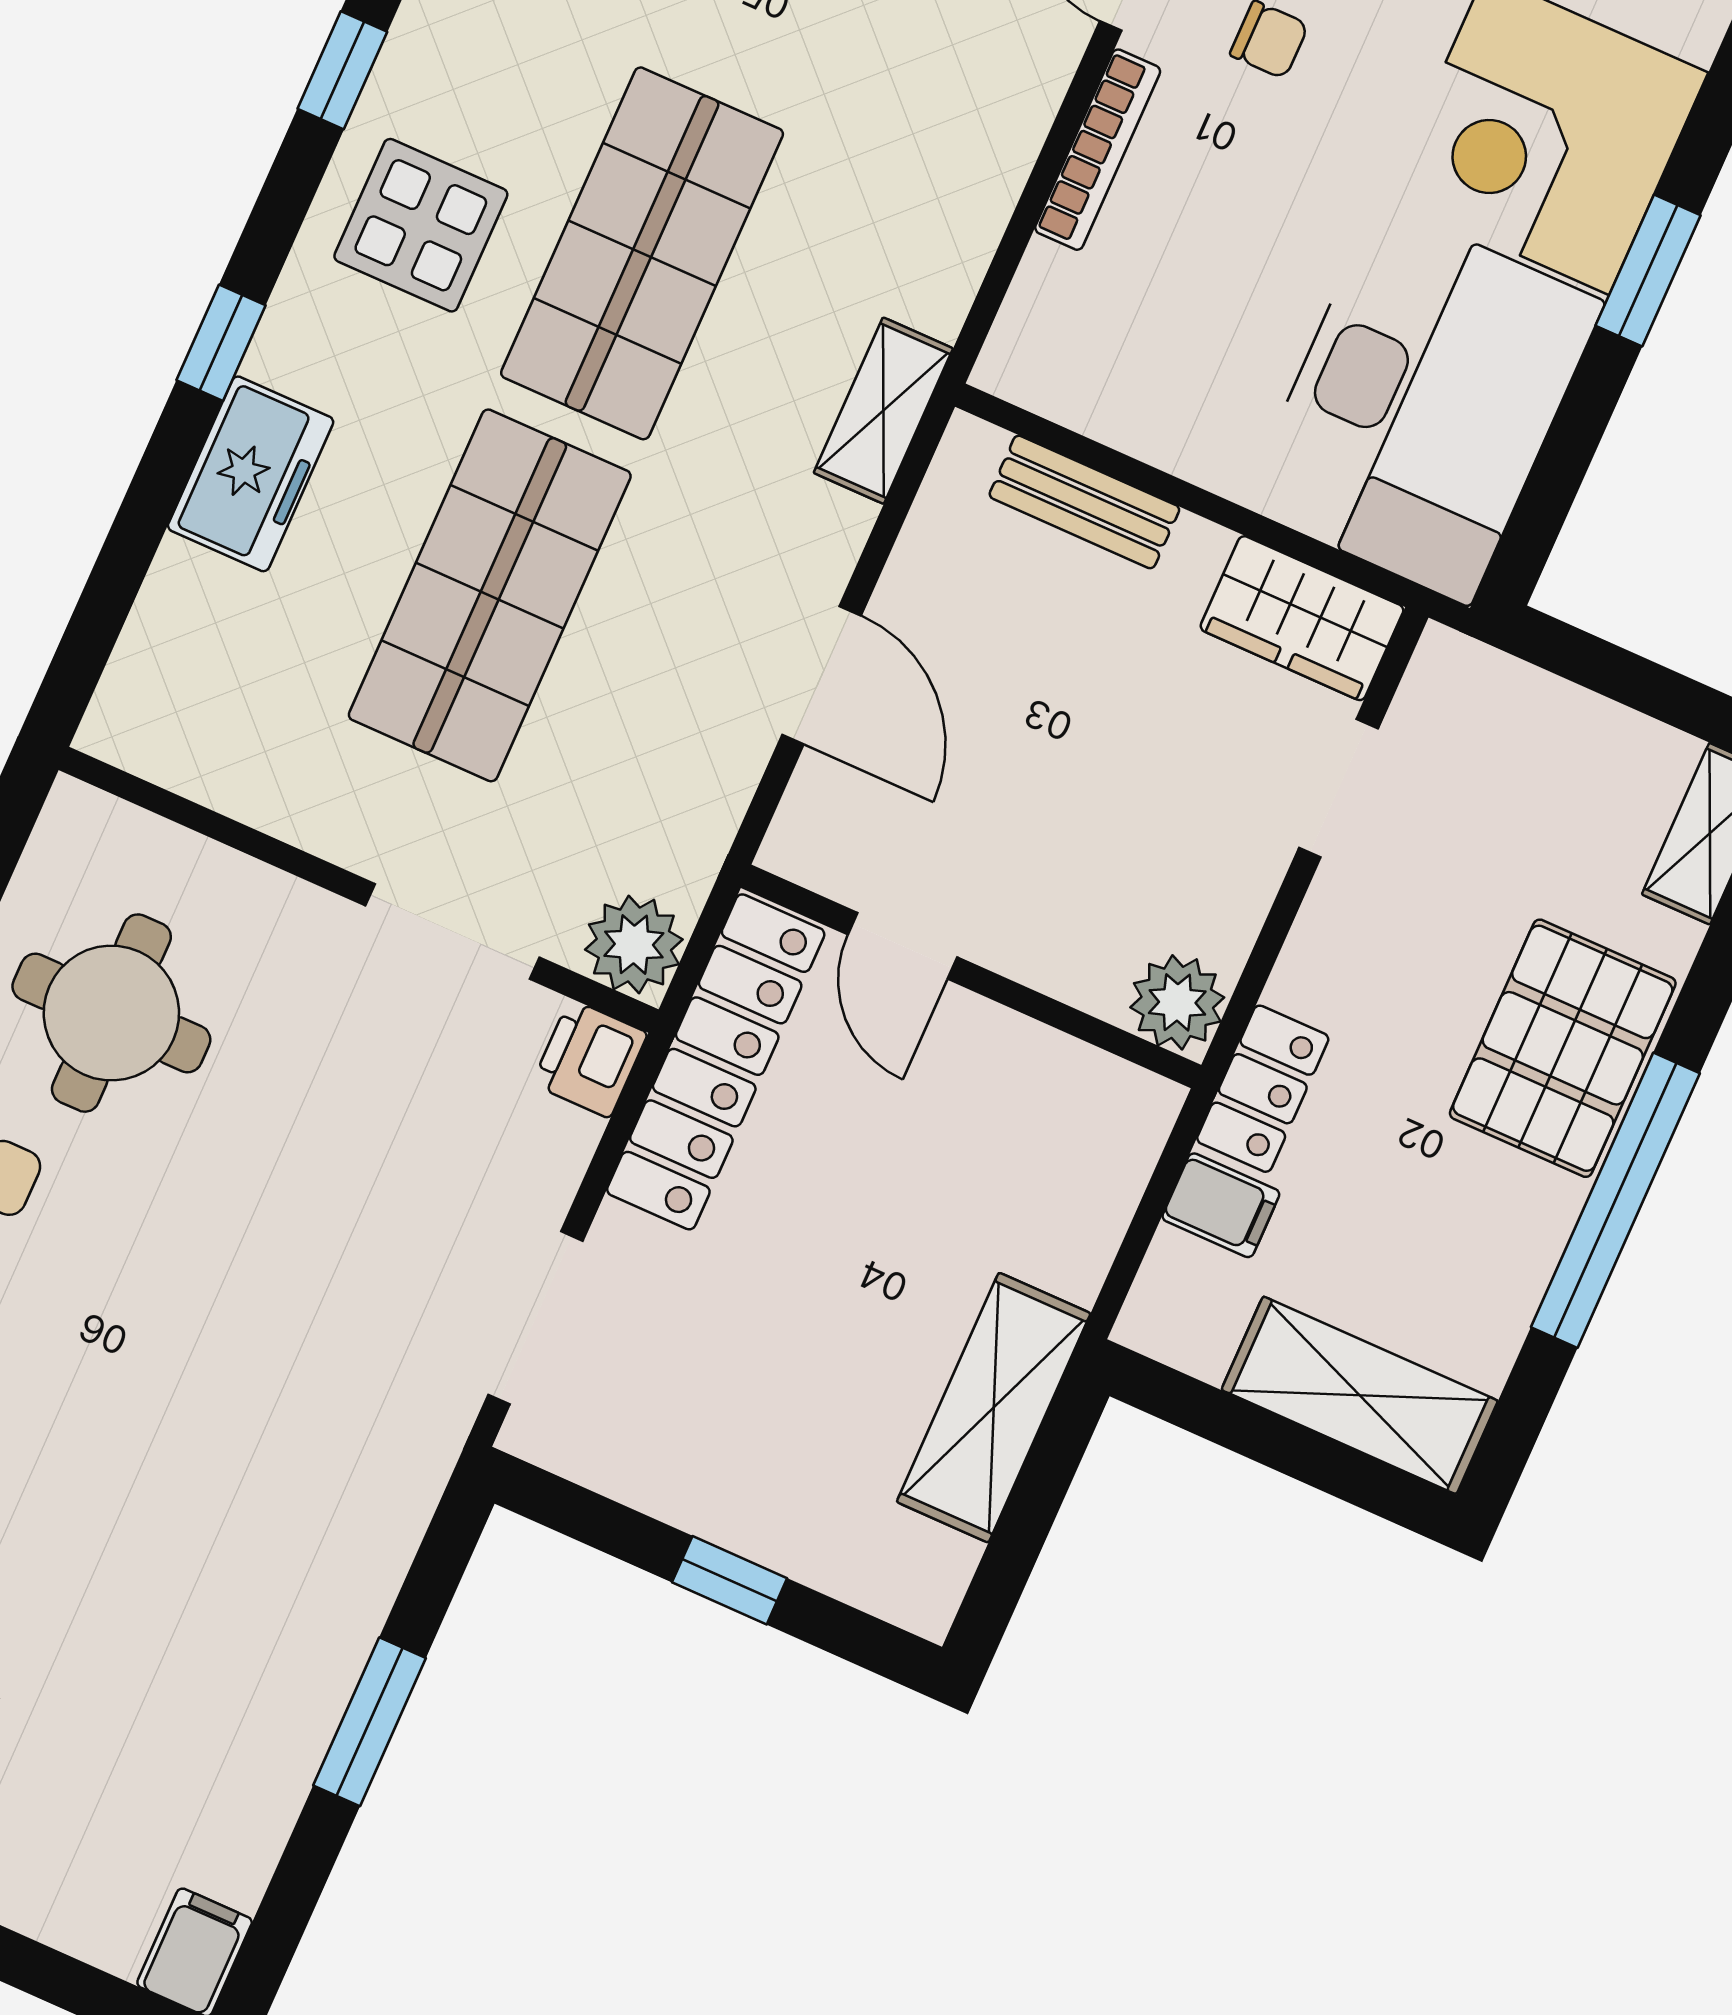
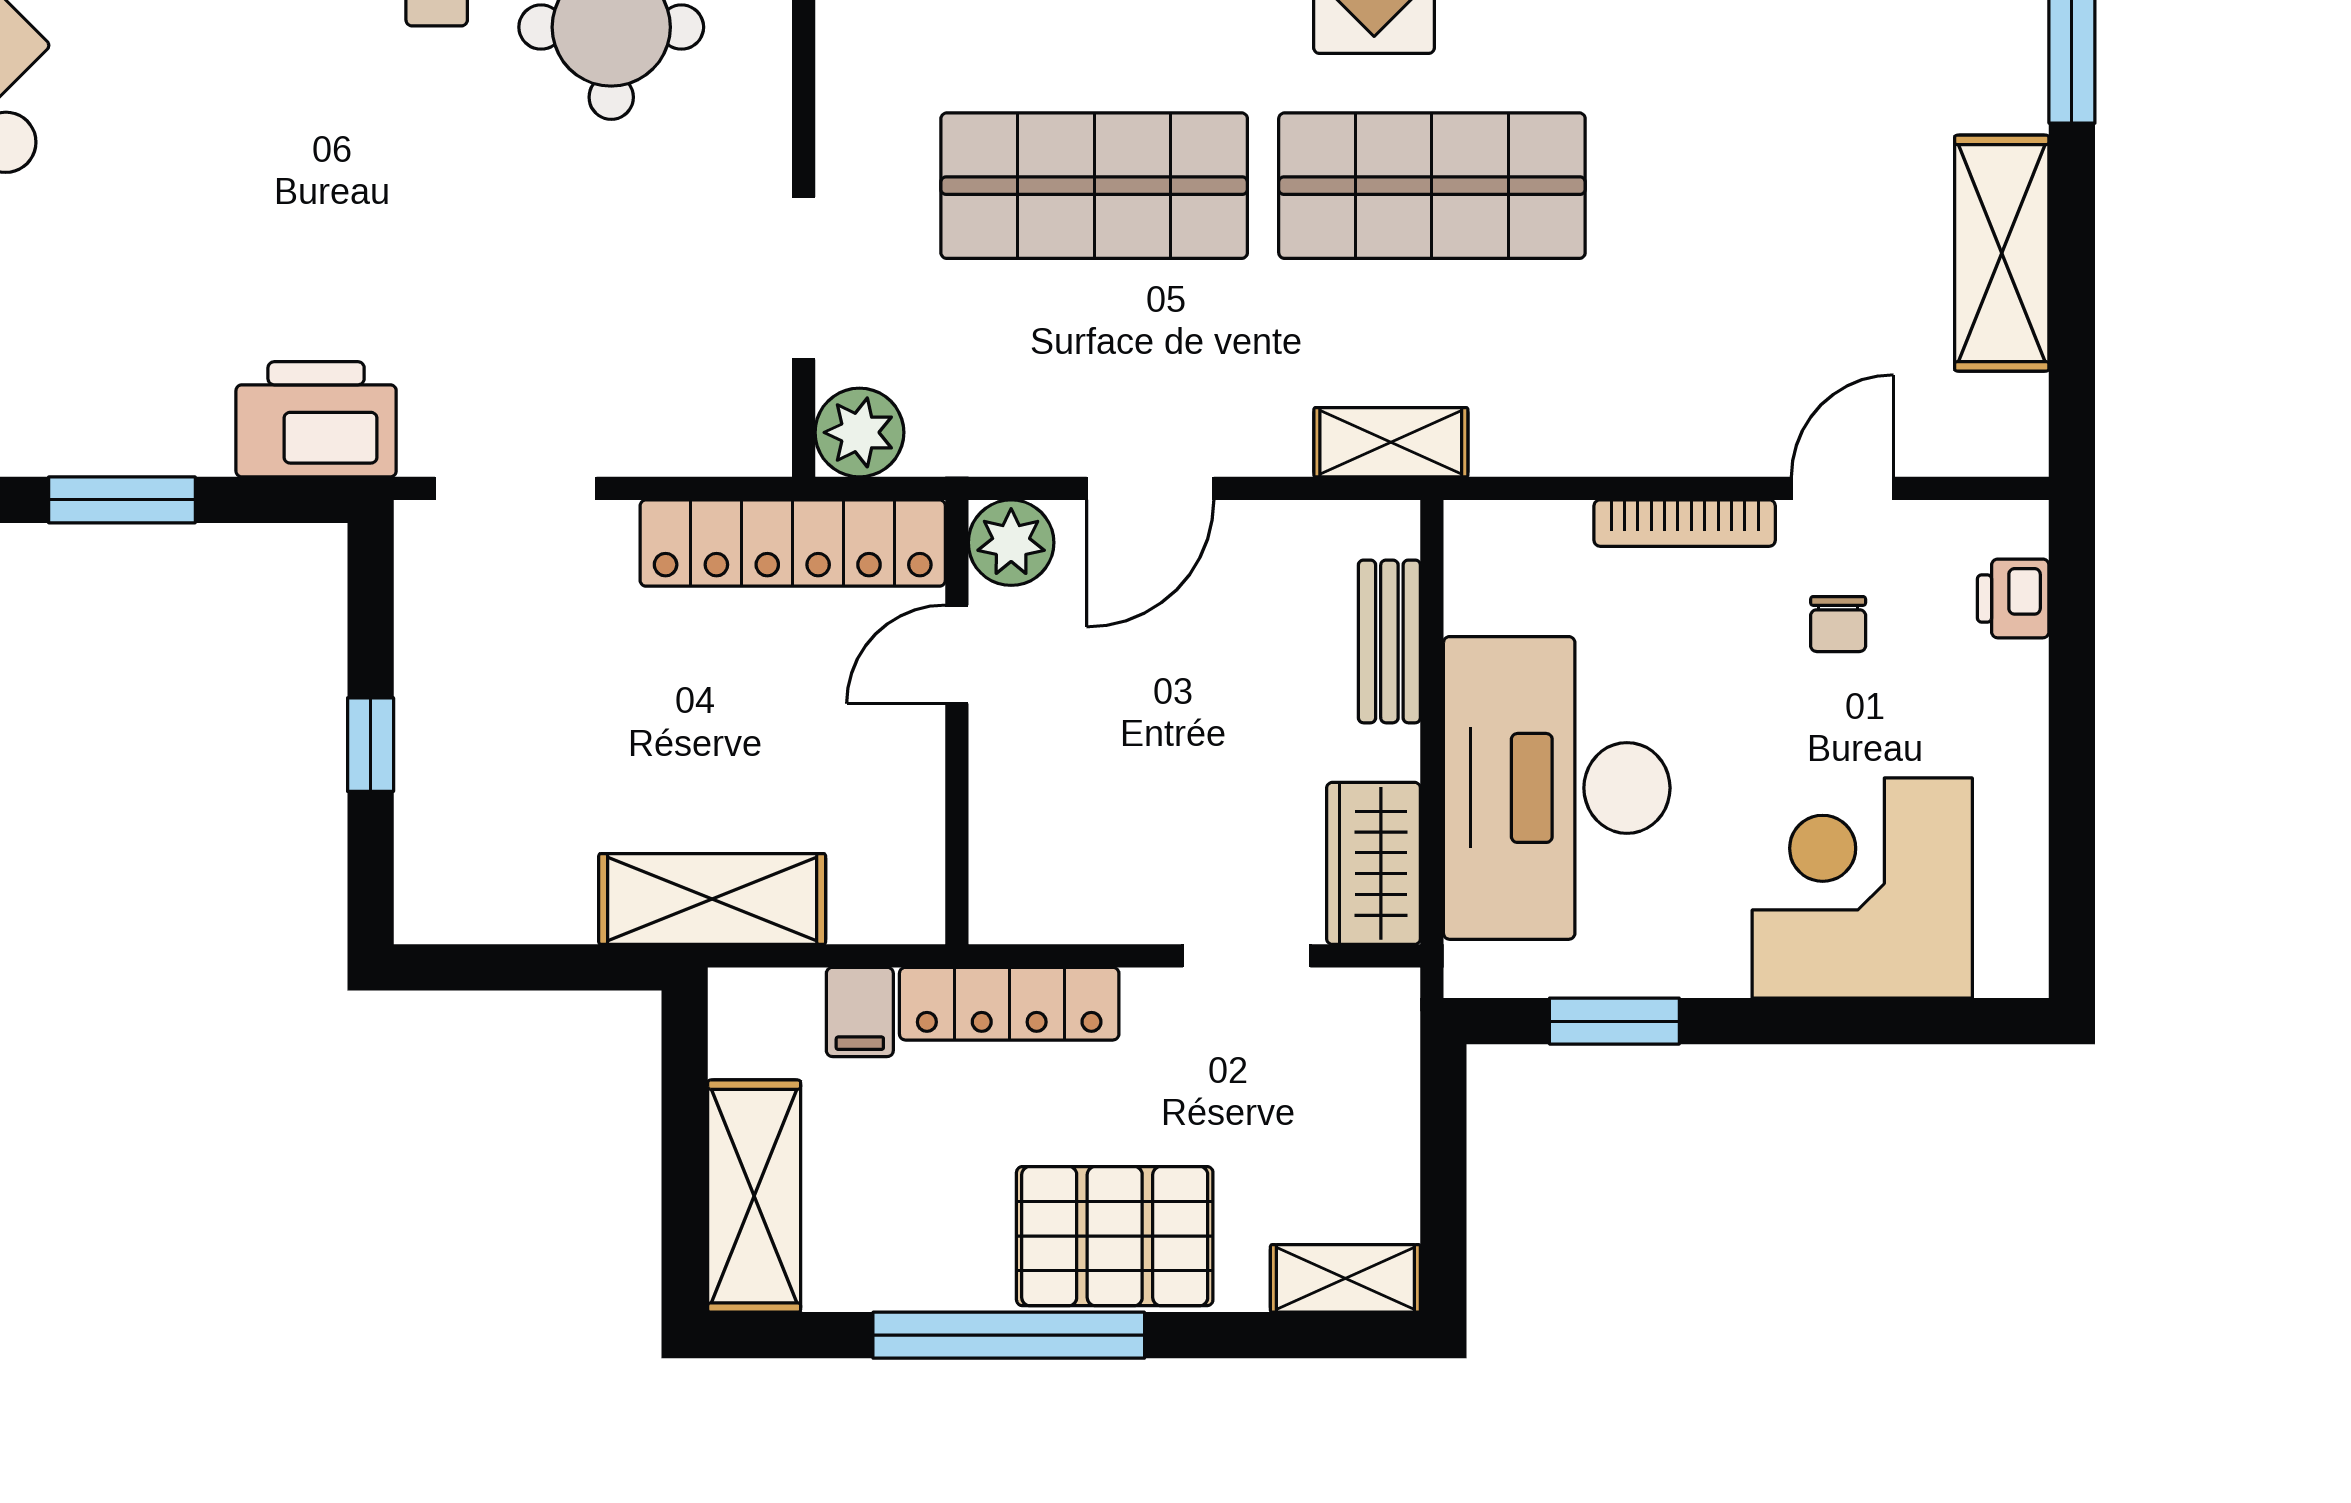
window: (1648, 271) -> (1614, 1021), moved
desk: (1423, 404) -> (1557, 788), moved, turned 90
plant: (1177, 1002) -> (1011, 543), moved
printer: (590, 1059) -> (316, 419), moved, width x1.87, depth x1.48
locker: (1263, 1089) -> (1009, 1004), width x1.53
shelving: (994, 1408) -> (712, 899), moved

